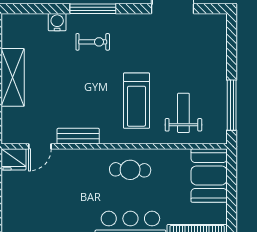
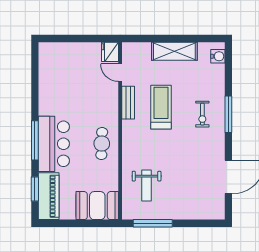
water cooler: (57, 22) -> (218, 56), moved
treadmill: (136, 101) -> (161, 107), moved, turned 90
weight bench: (183, 113) -> (147, 185), turned 90

